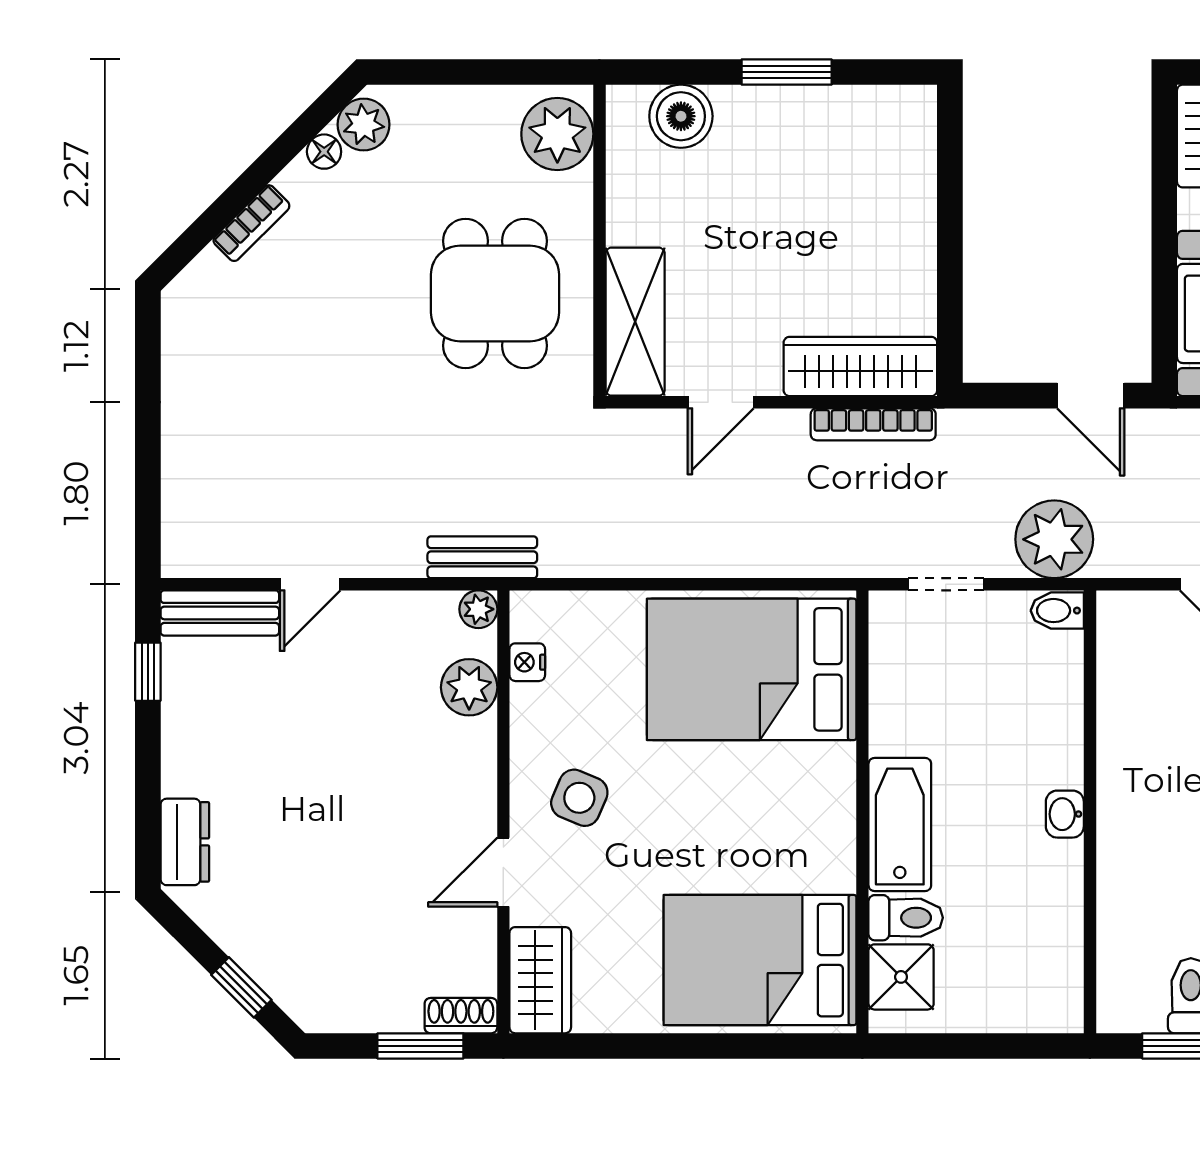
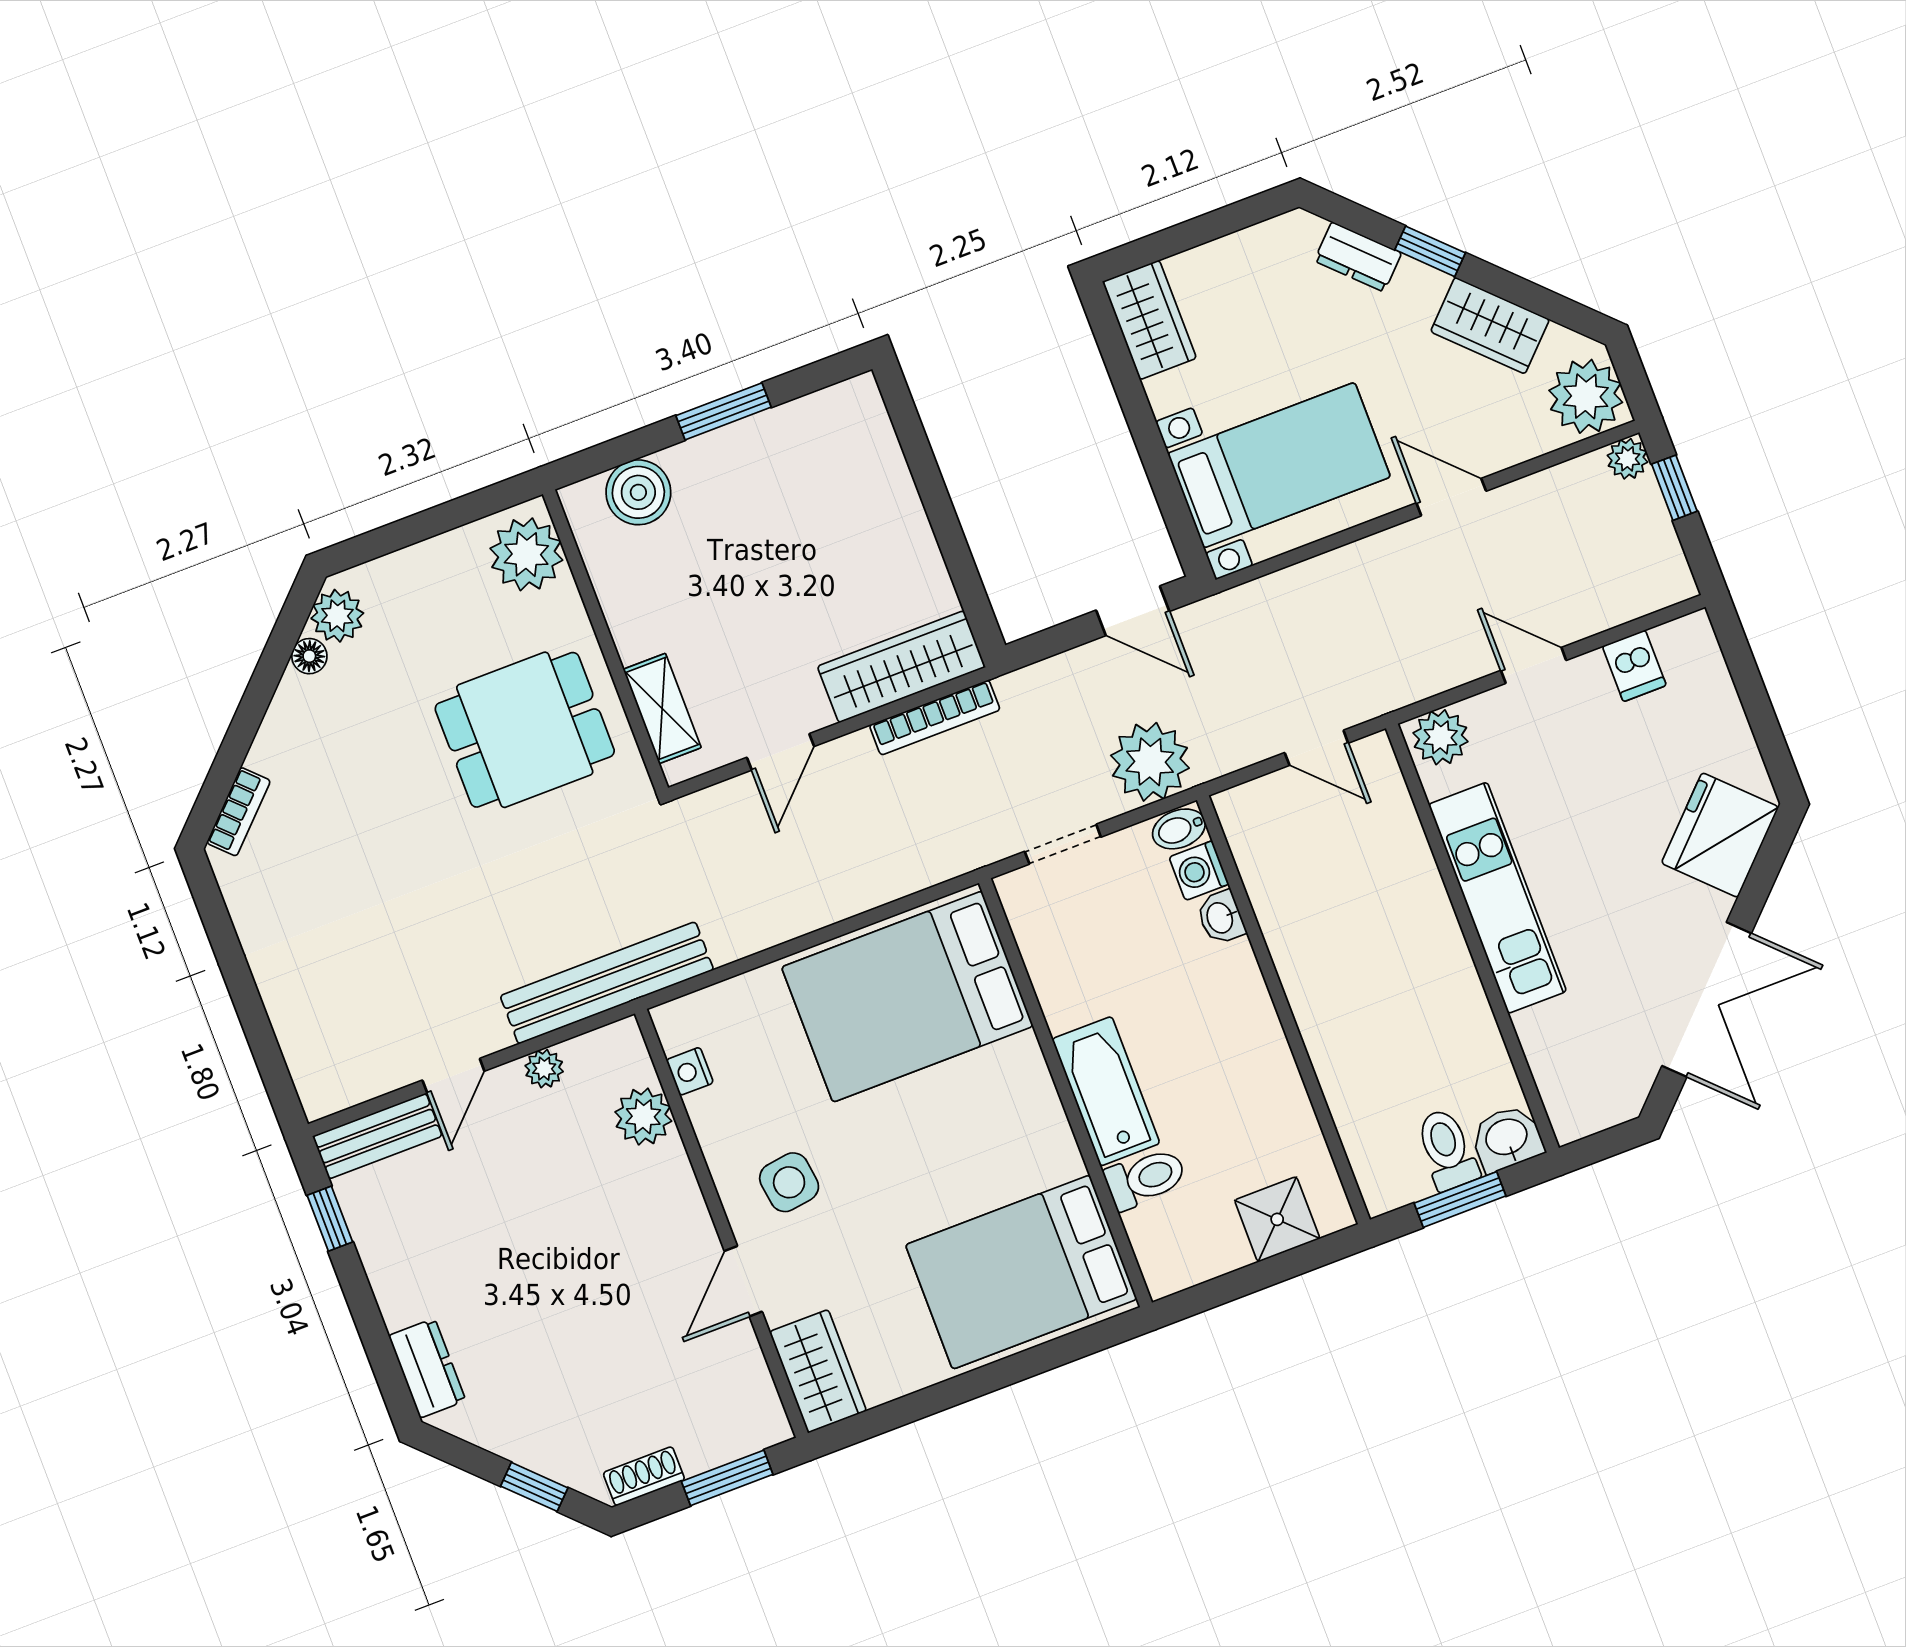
bookcase: (251, 223) -> (238, 812), moved
dining table: (495, 293) -> (525, 730), turned 90
shelving: (635, 322) -> (662, 708), width x0.67, depth x0.75
bench: (482, 557) -> (607, 983), width x1.86, depth x1.21
plant: (478, 609) -> (544, 1069), moved
washing machine: (1061, 655) -> (1199, 871), added
side table: (579, 798) -> (789, 1182), turned -31
washbasin: (1065, 814) -> (1221, 917), moved
shower: (901, 977) -> (1277, 1219), moved
shoe rack: (461, 1016) -> (644, 1476), moved

